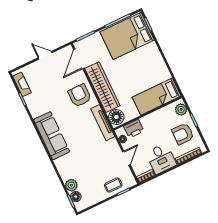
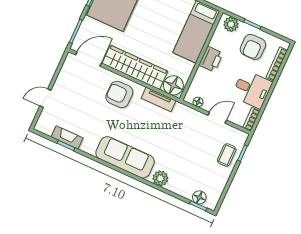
door: (45, 55) -> (45, 98), moved
door: (79, 59) -> (88, 59), swing flipped
fireplace: (22, 84) -> (67, 137), moved
tv unit: (103, 123) -> (159, 99), width x0.71
printer: (134, 129) -> (211, 59), moved
door: (126, 158) -> (217, 118), hinge flipped
plant: (71, 185) -> (160, 178), moved

